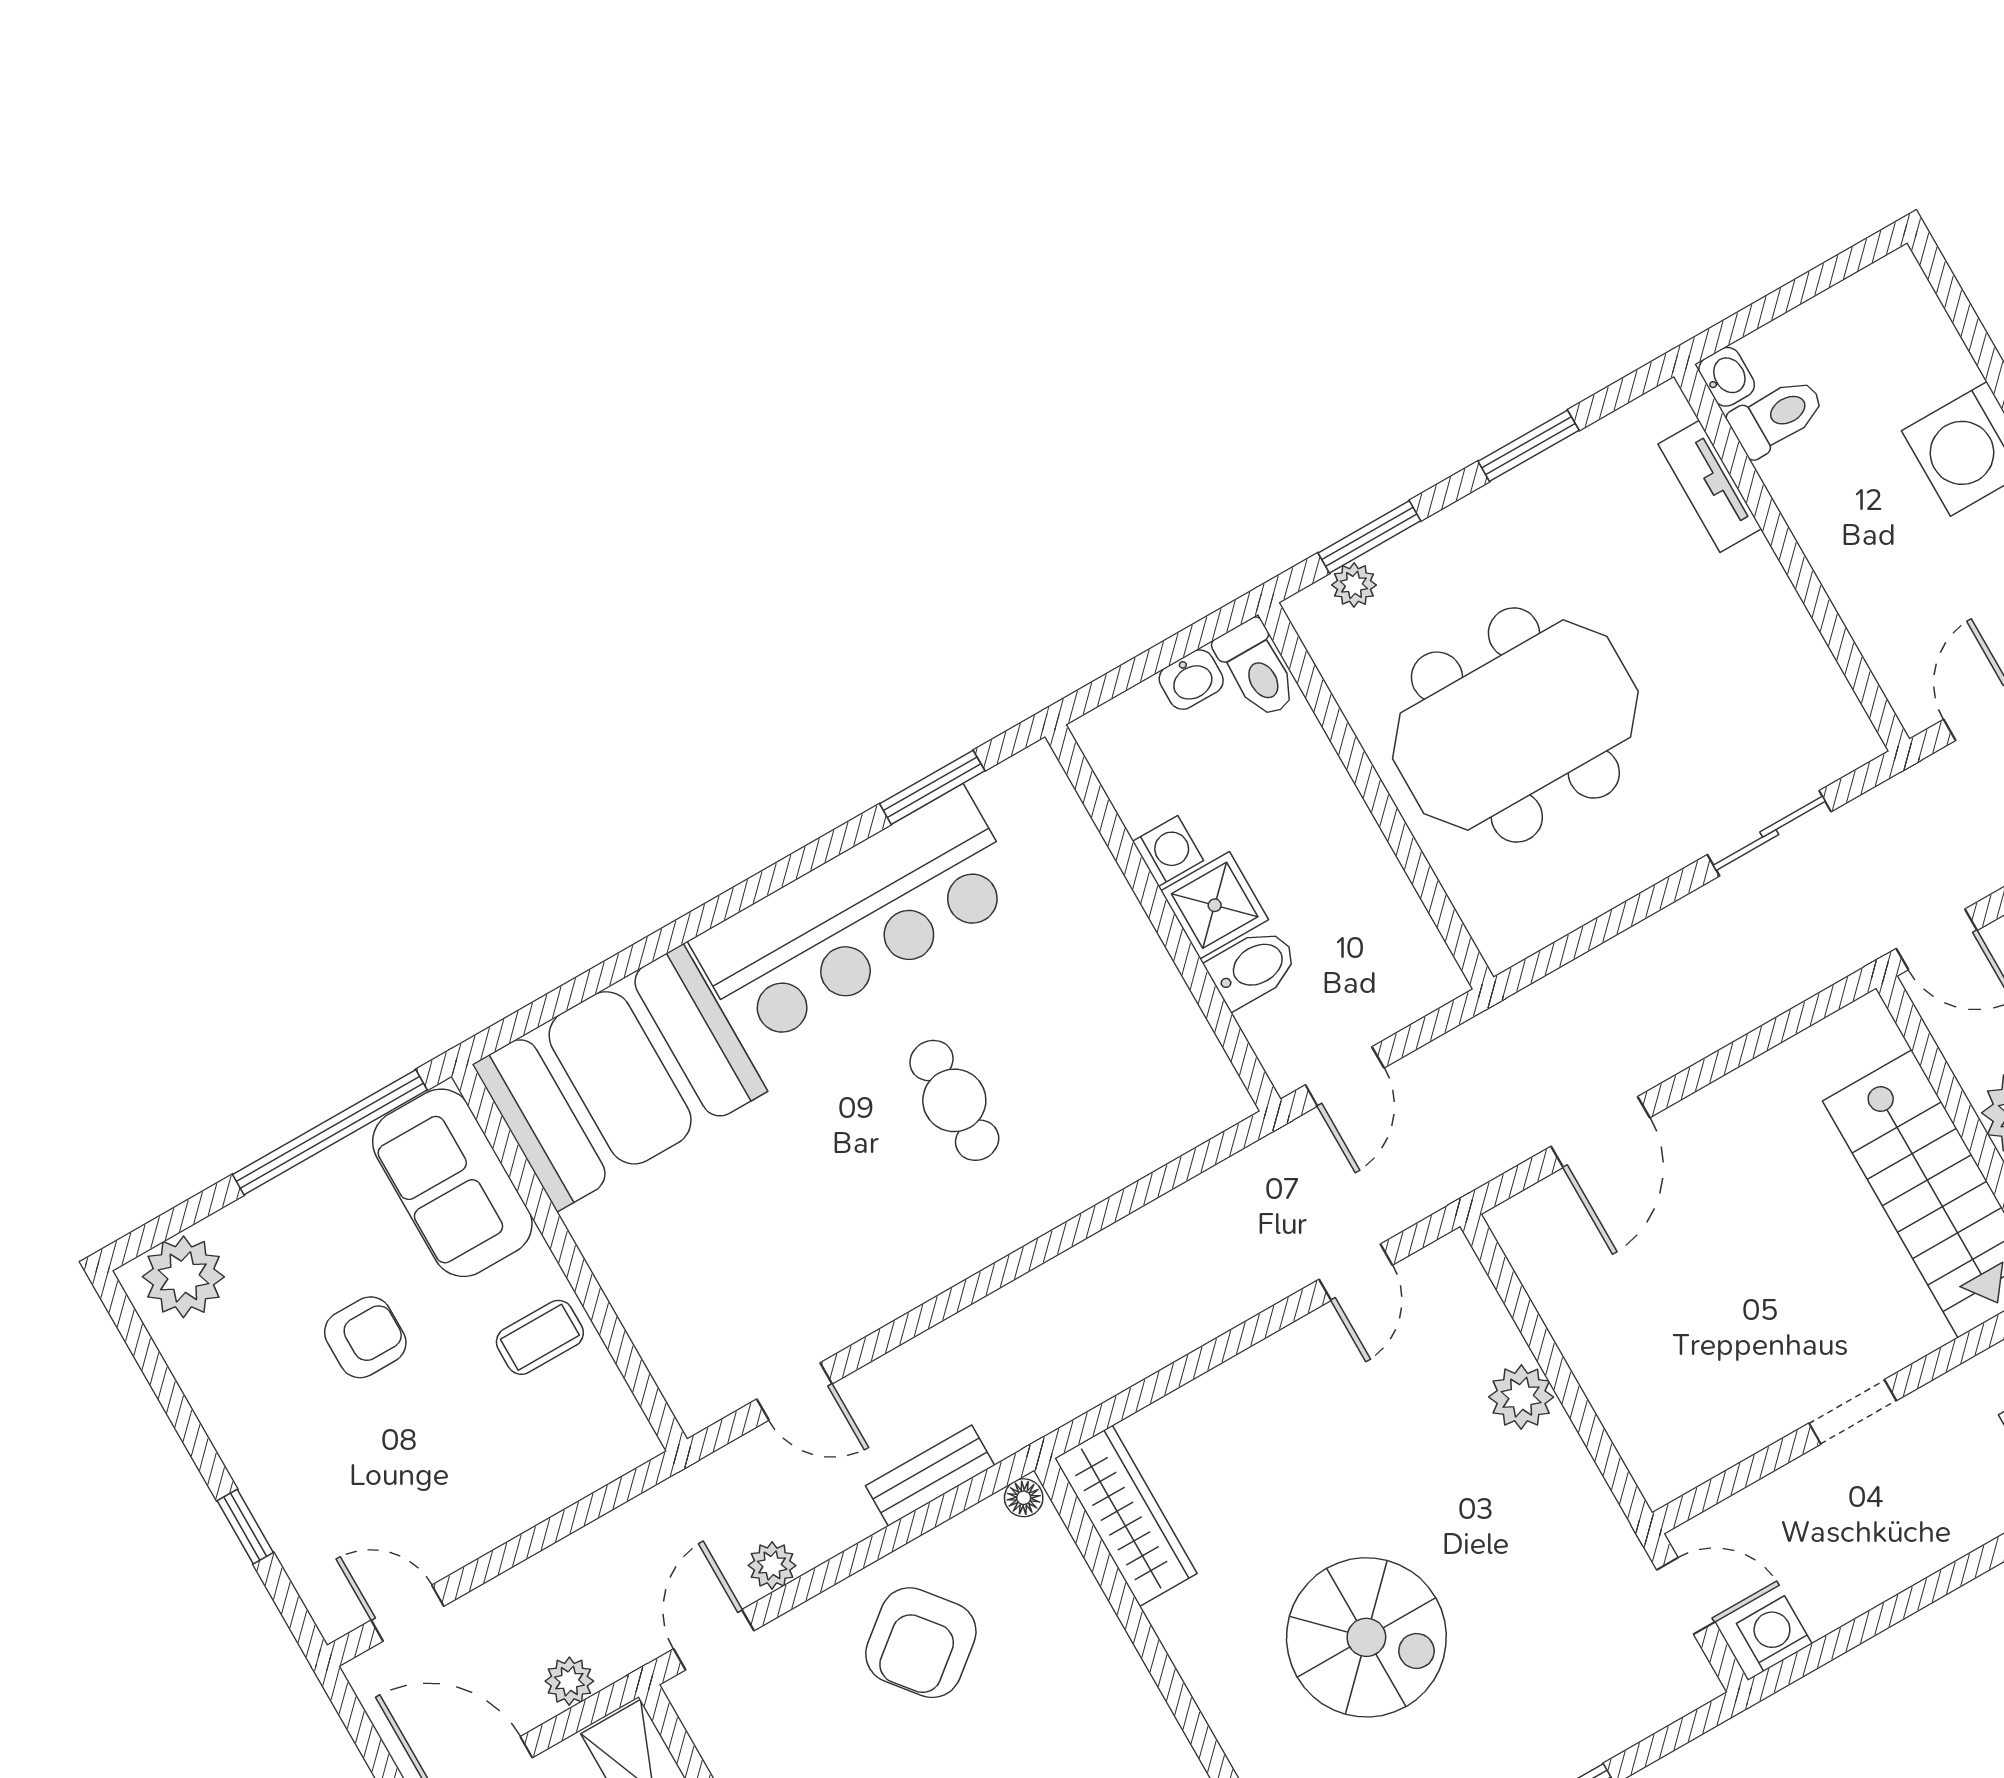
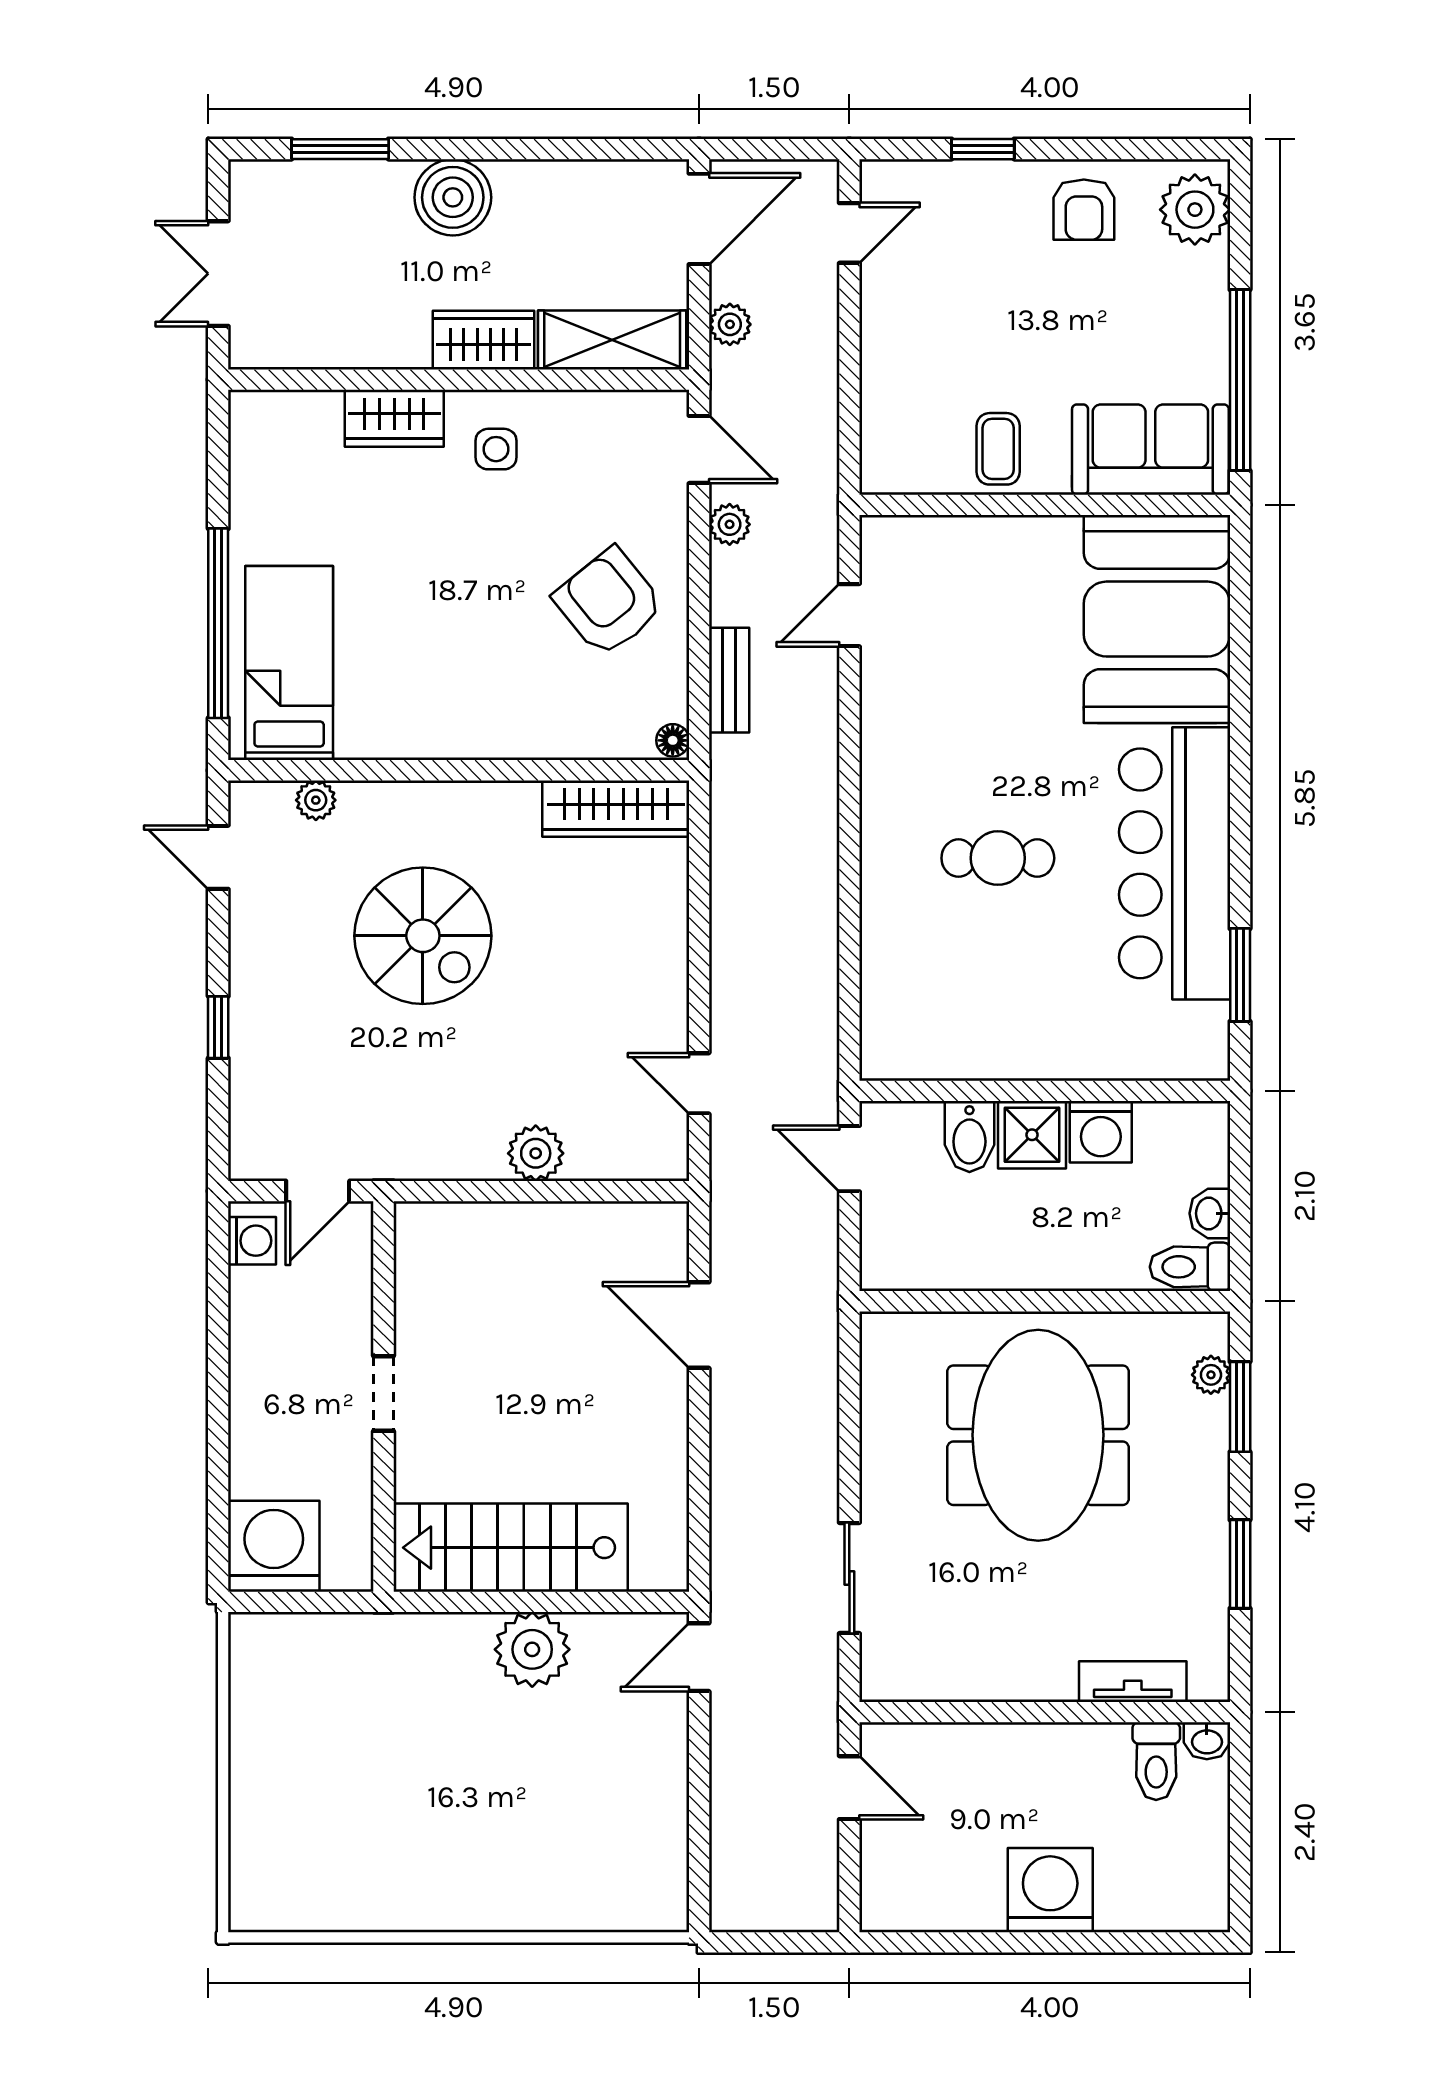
washing machine: (1168, 851) -> (1101, 1132), width x1.38, depth x1.38
armchair: (365, 1337) -> (1084, 210), moved
spiral stairs: (1366, 1637) -> (423, 936), turned -90

